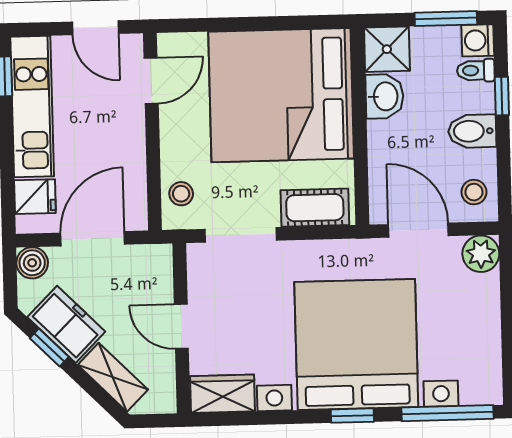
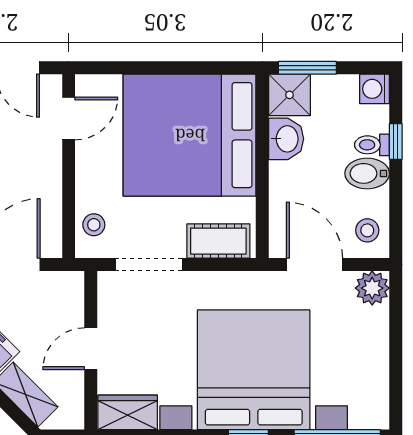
window: (446, 19) -> (307, 68), moved
toilet: (476, 70) -> (372, 145), moved
door: (181, 326) -> (91, 349), hinge flipped

